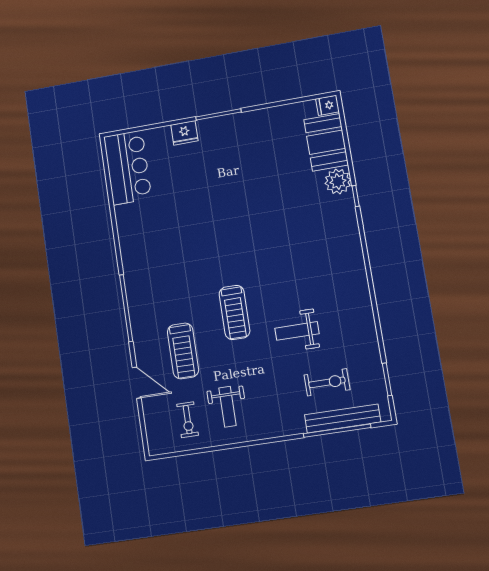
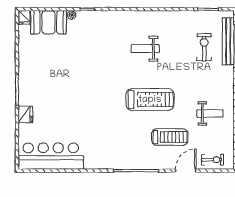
bar counter: (128, 168) -> (51, 156), width x1.36
plant: (338, 181) -> (72, 15), width x0.53, depth x0.53
treadmill: (235, 312) -> (150, 100), width x1.37, depth x1.38
weight bench: (297, 331) -> (145, 49), moved, turned 90
exercise bike: (188, 420) -> (213, 160), moved

